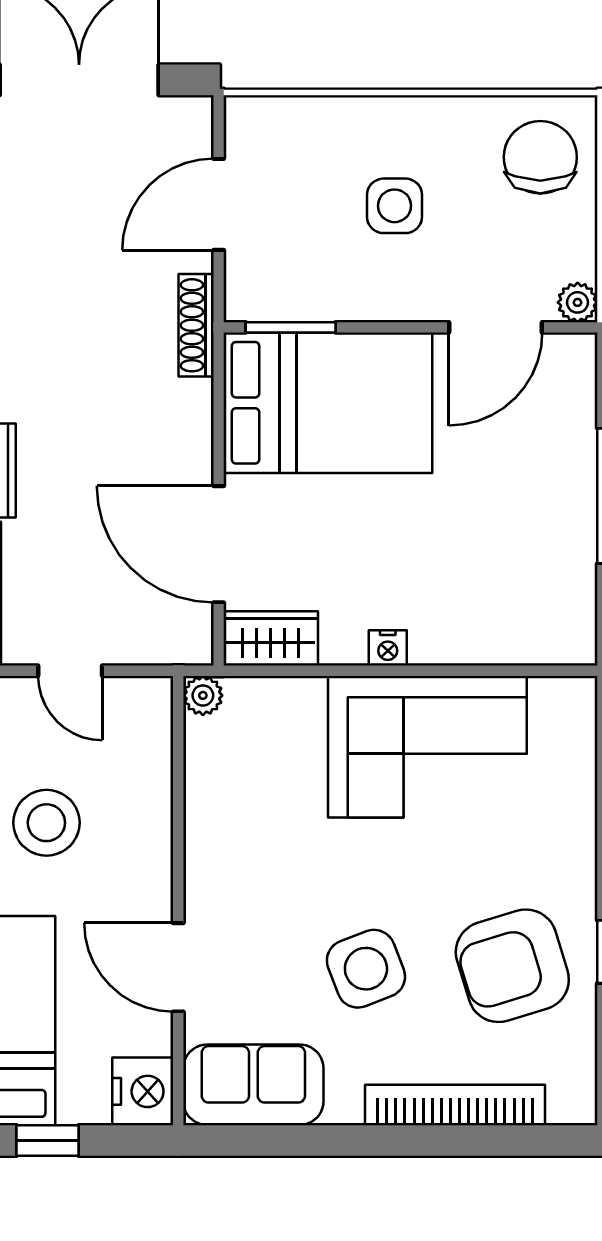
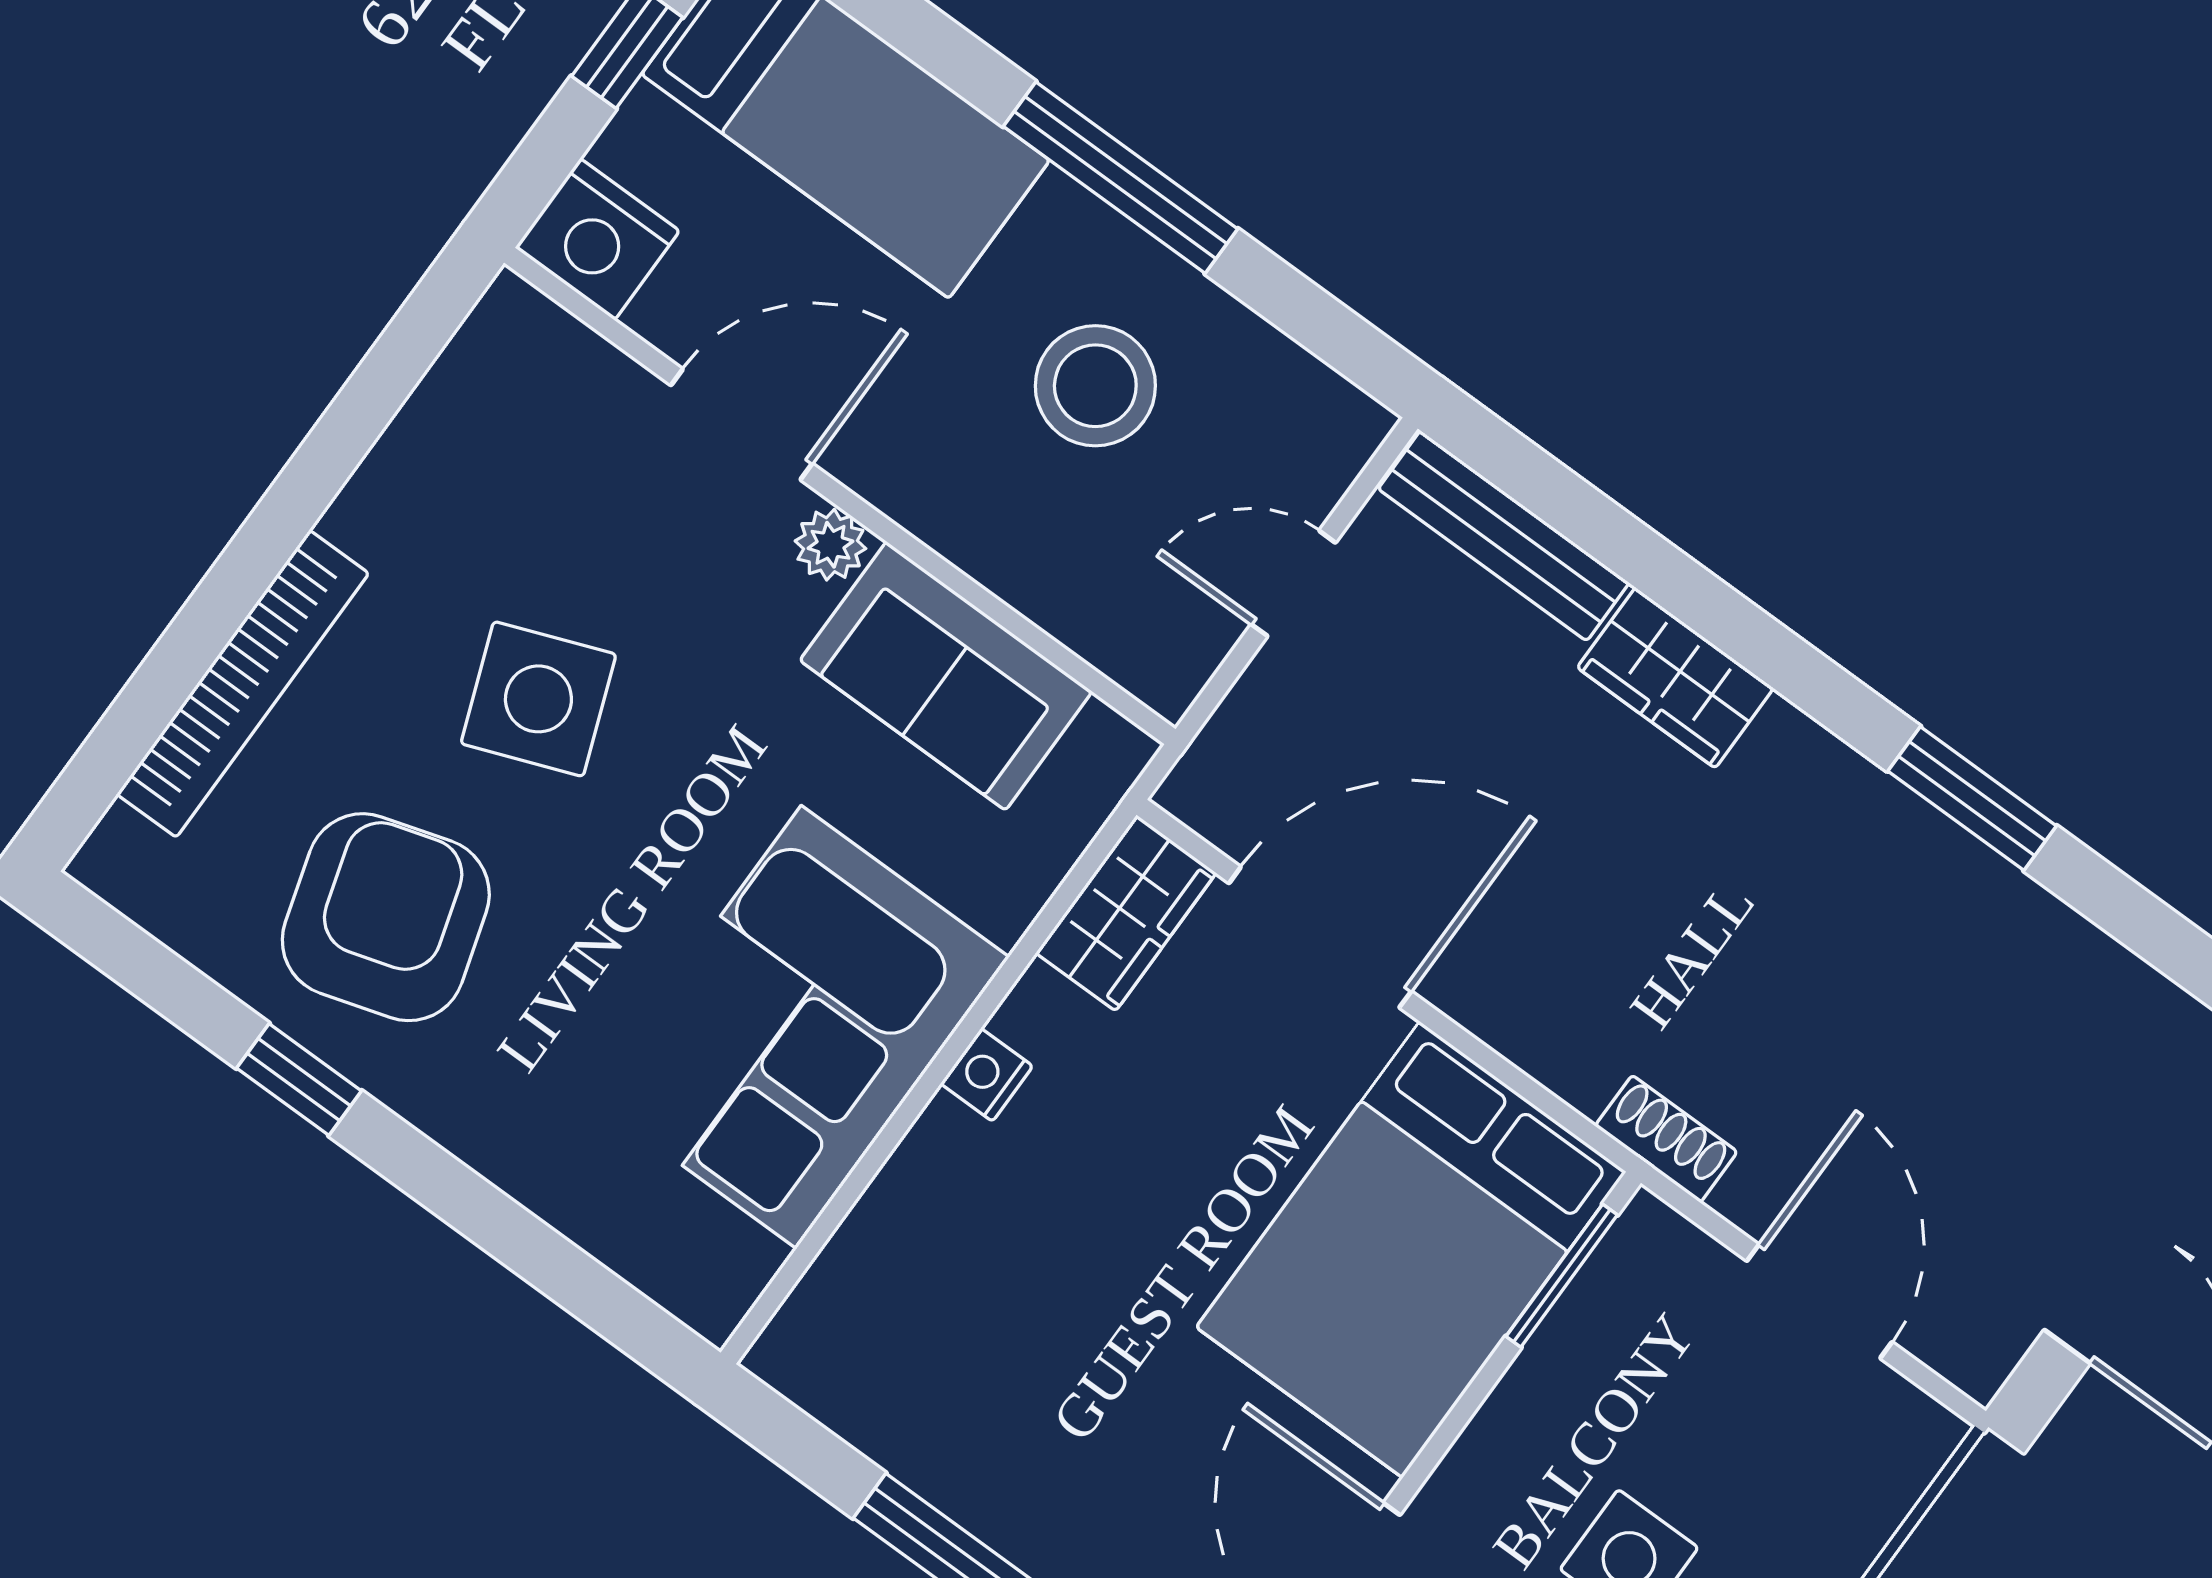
shoe rack: (196, 325) -> (1666, 1139), width x0.70
plant: (203, 695) -> (830, 545), moved
sofa: (253, 1085) -> (946, 676), moved, turned 90

